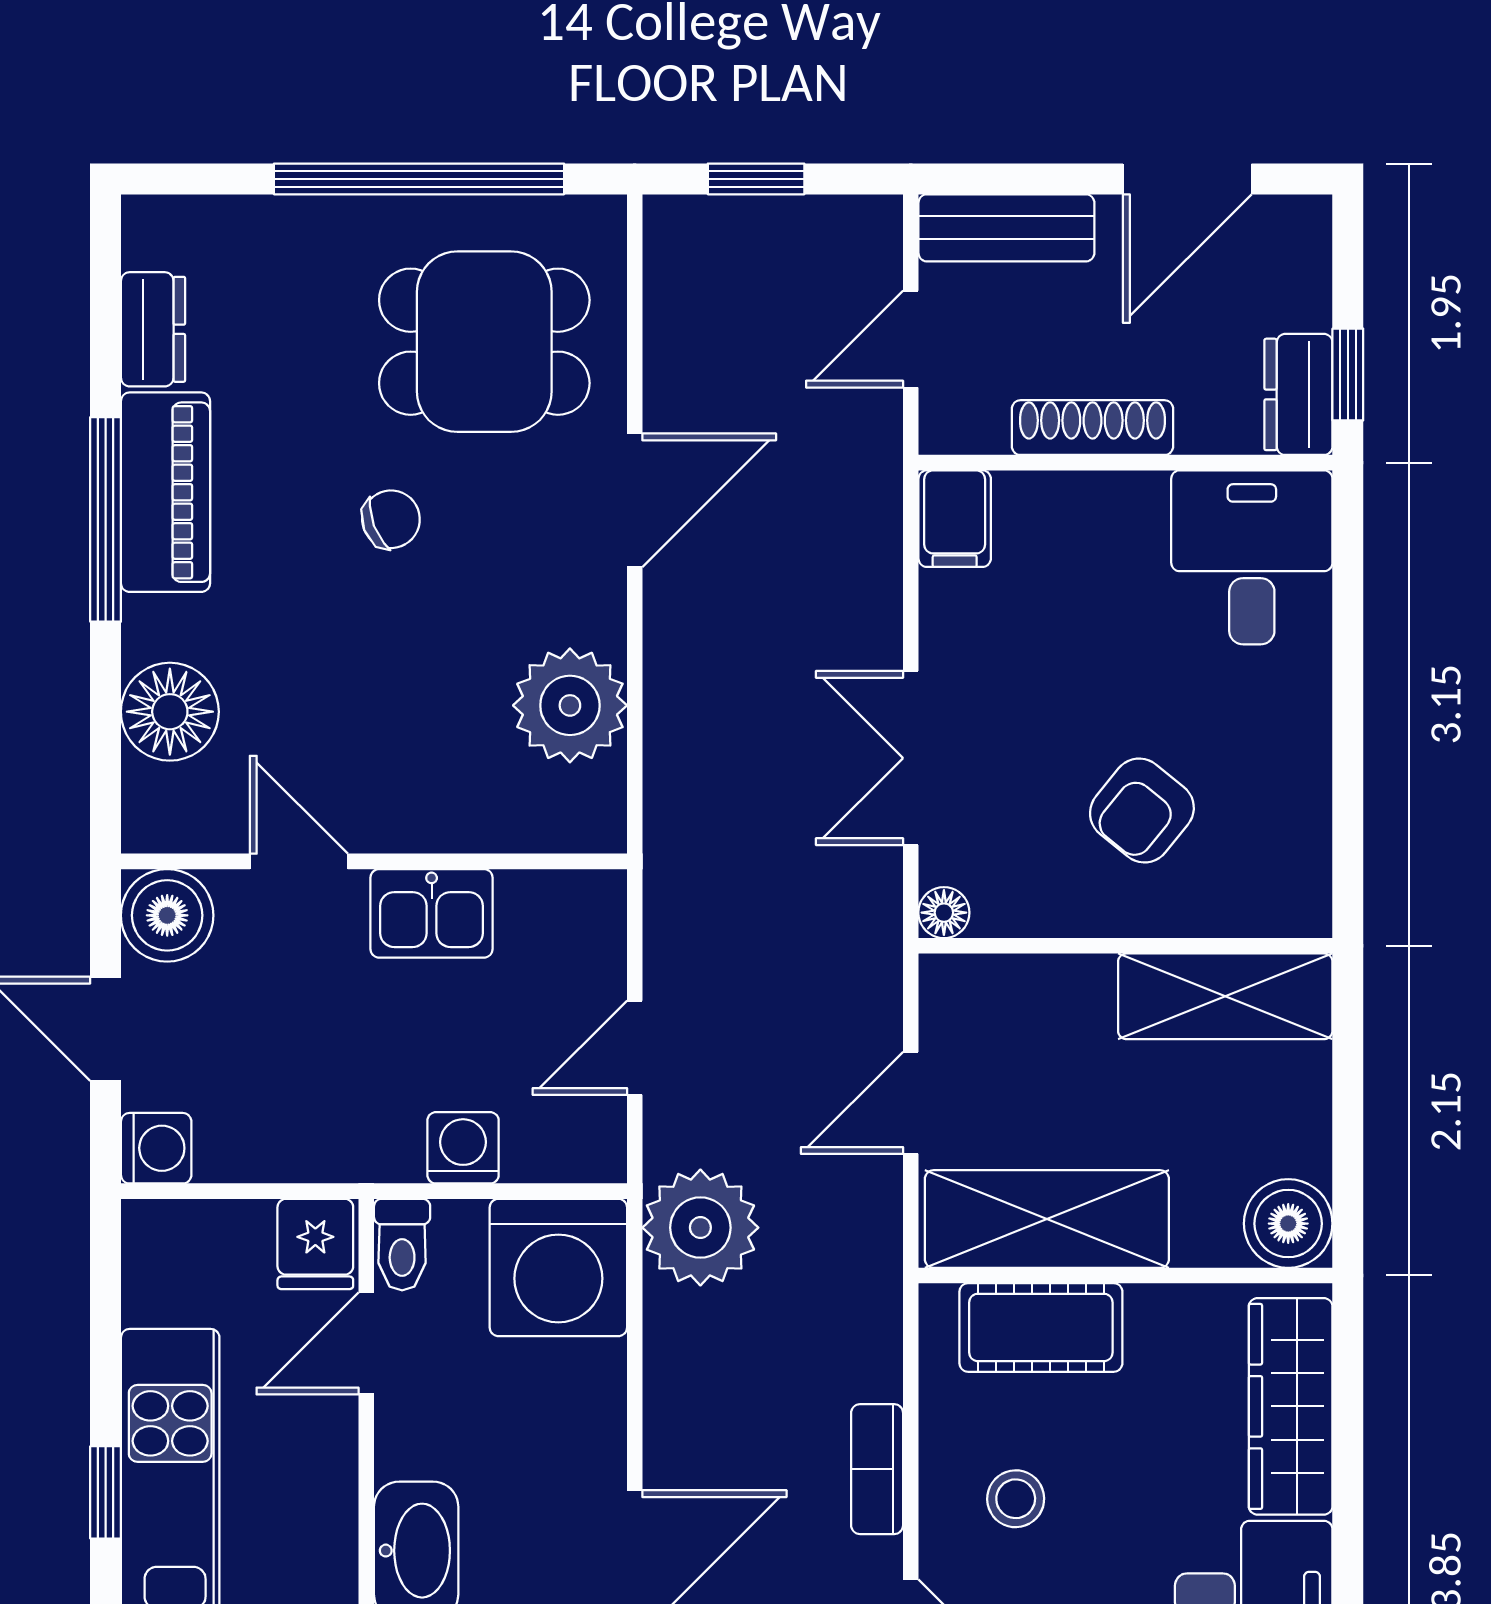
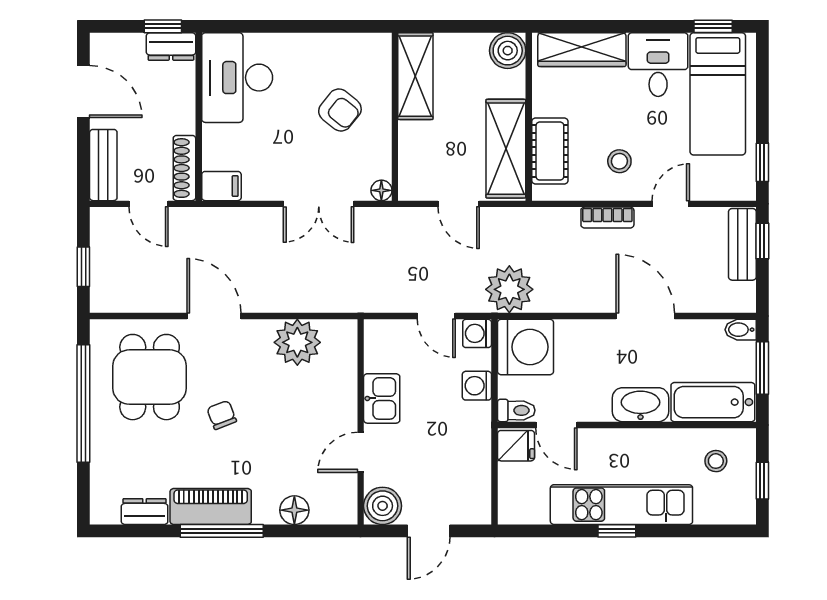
shoe rack: (1093, 428) -> (184, 168), moved
desk: (1252, 557) -> (237, 78), width x1.37
floor lamp: (170, 712) -> (294, 510), width x0.73, depth x0.73
washing machine: (156, 1148) -> (477, 333), moved, turned -90

